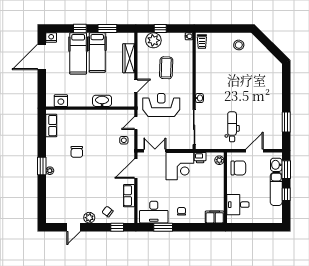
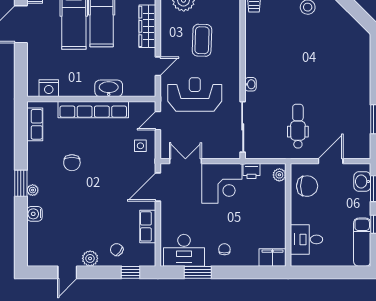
row of seats: (91, 115) -> (93, 110), added
water cooler: (51, 187) -> (34, 214), added
exam couch: (276, 189) -> (362, 242), moved

